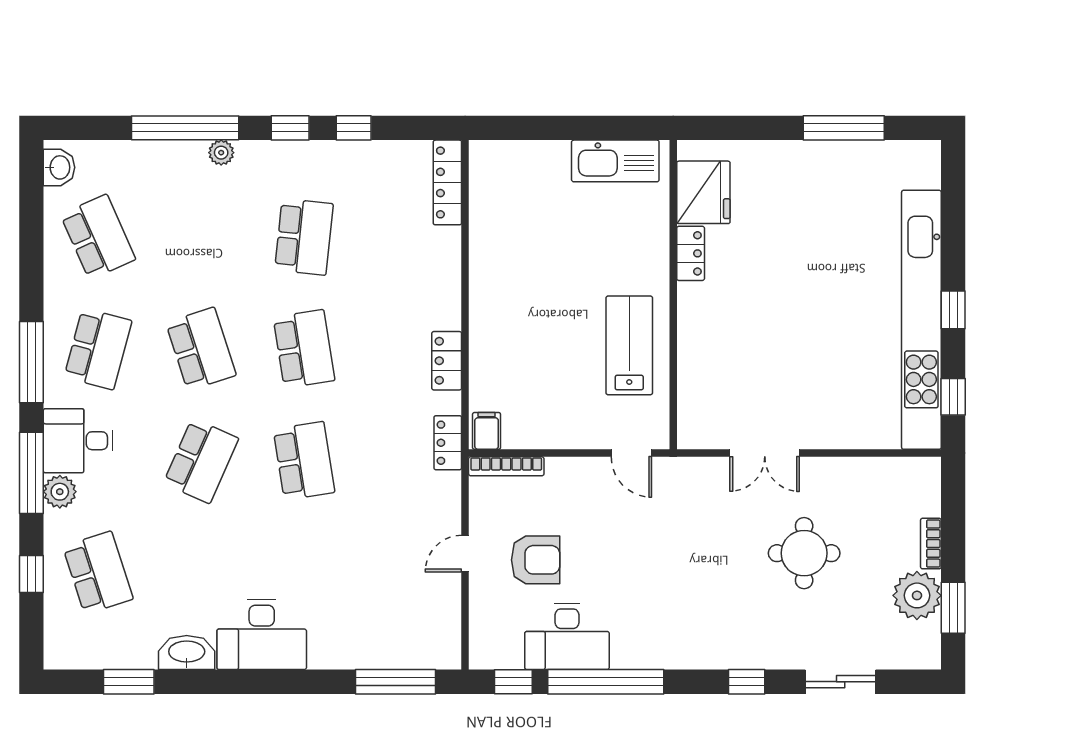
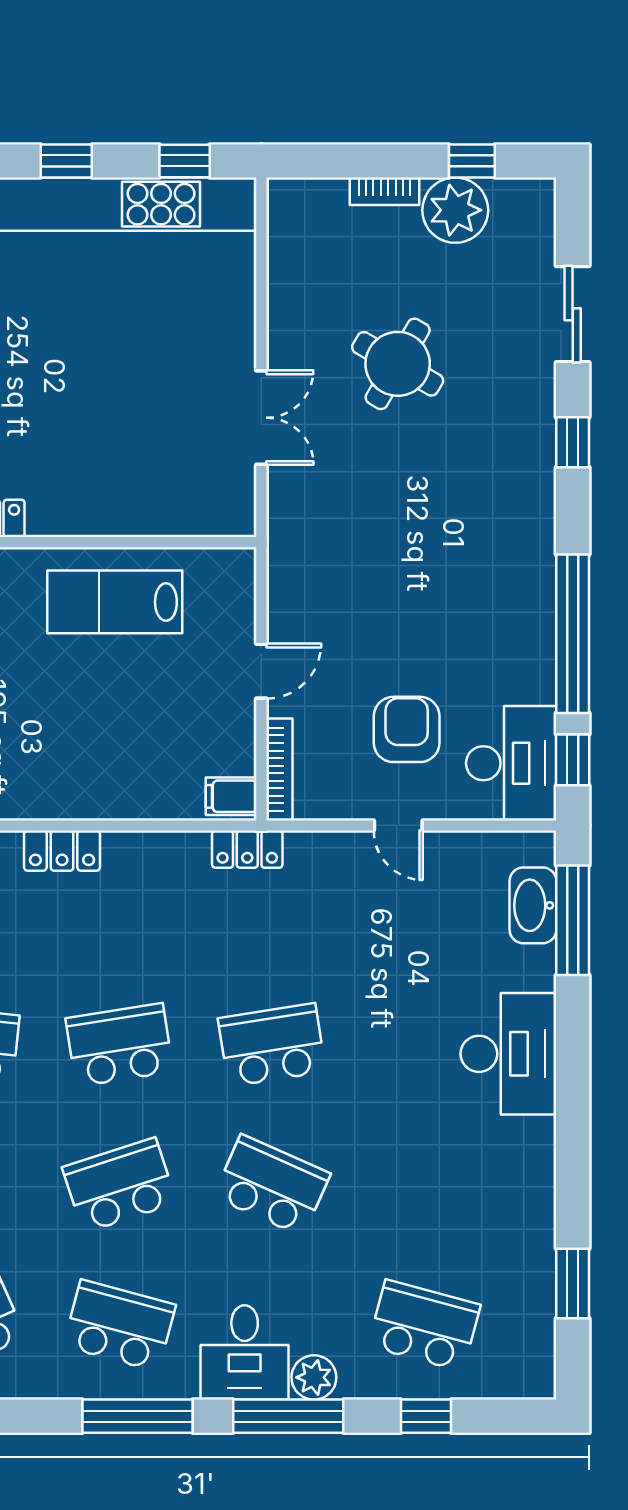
locker: (447, 361) -> (62, 851), moved
door: (631, 453) -> (261, 671), moved
round table: (804, 553) -> (398, 364), turned 30
school desk: (98, 573) -> (424, 1325), turned 33
window: (953, 608) -> (472, 161), width x0.67
desk: (262, 635) -> (508, 1054), moved
desk: (567, 637) -> (511, 763), moved
washbasin: (187, 653) -> (533, 905), moved

